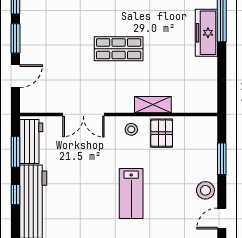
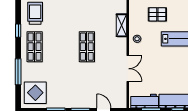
pallet: (162, 133) -> (157, 14), moved

